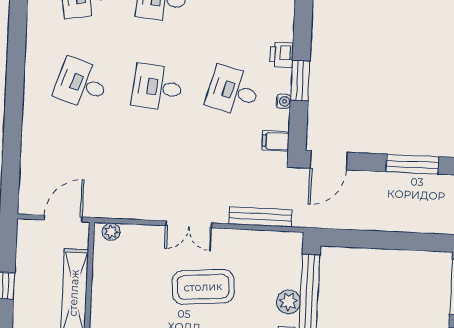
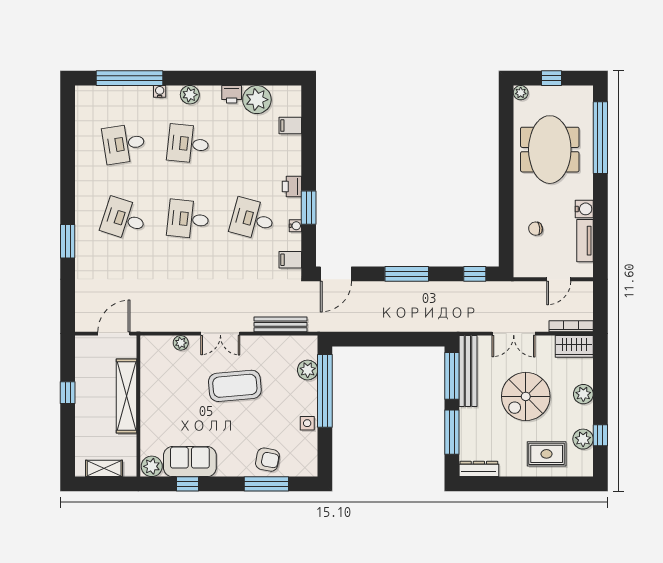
window: (14, 107) -> (68, 241), added
plant: (111, 232) -> (181, 343), moved
plant: (288, 302) -> (308, 370), moved

